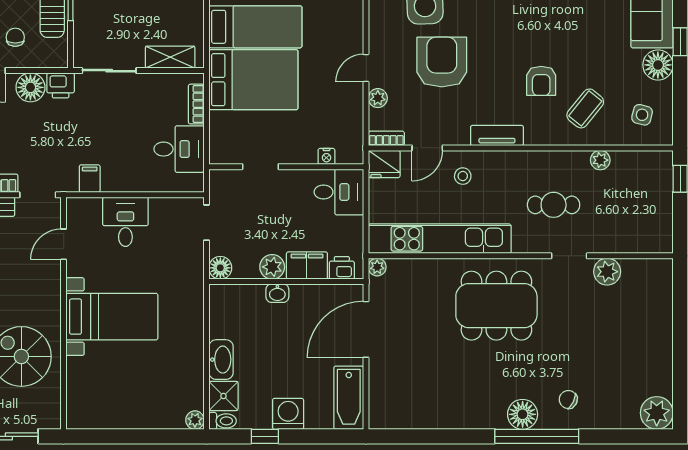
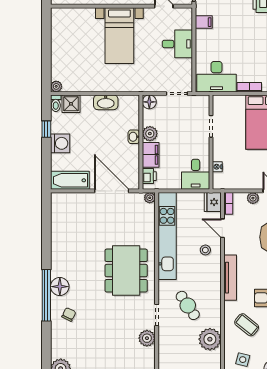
tv unit: (497, 136) -> (230, 278), width x1.41
desk: (179, 149) -> (217, 77), width x1.37
plant: (600, 160) -> (210, 339), width x1.88, depth x1.88
cafe table: (554, 205) -> (188, 305), turned -34
washbasin: (221, 360) -> (106, 102), moved

